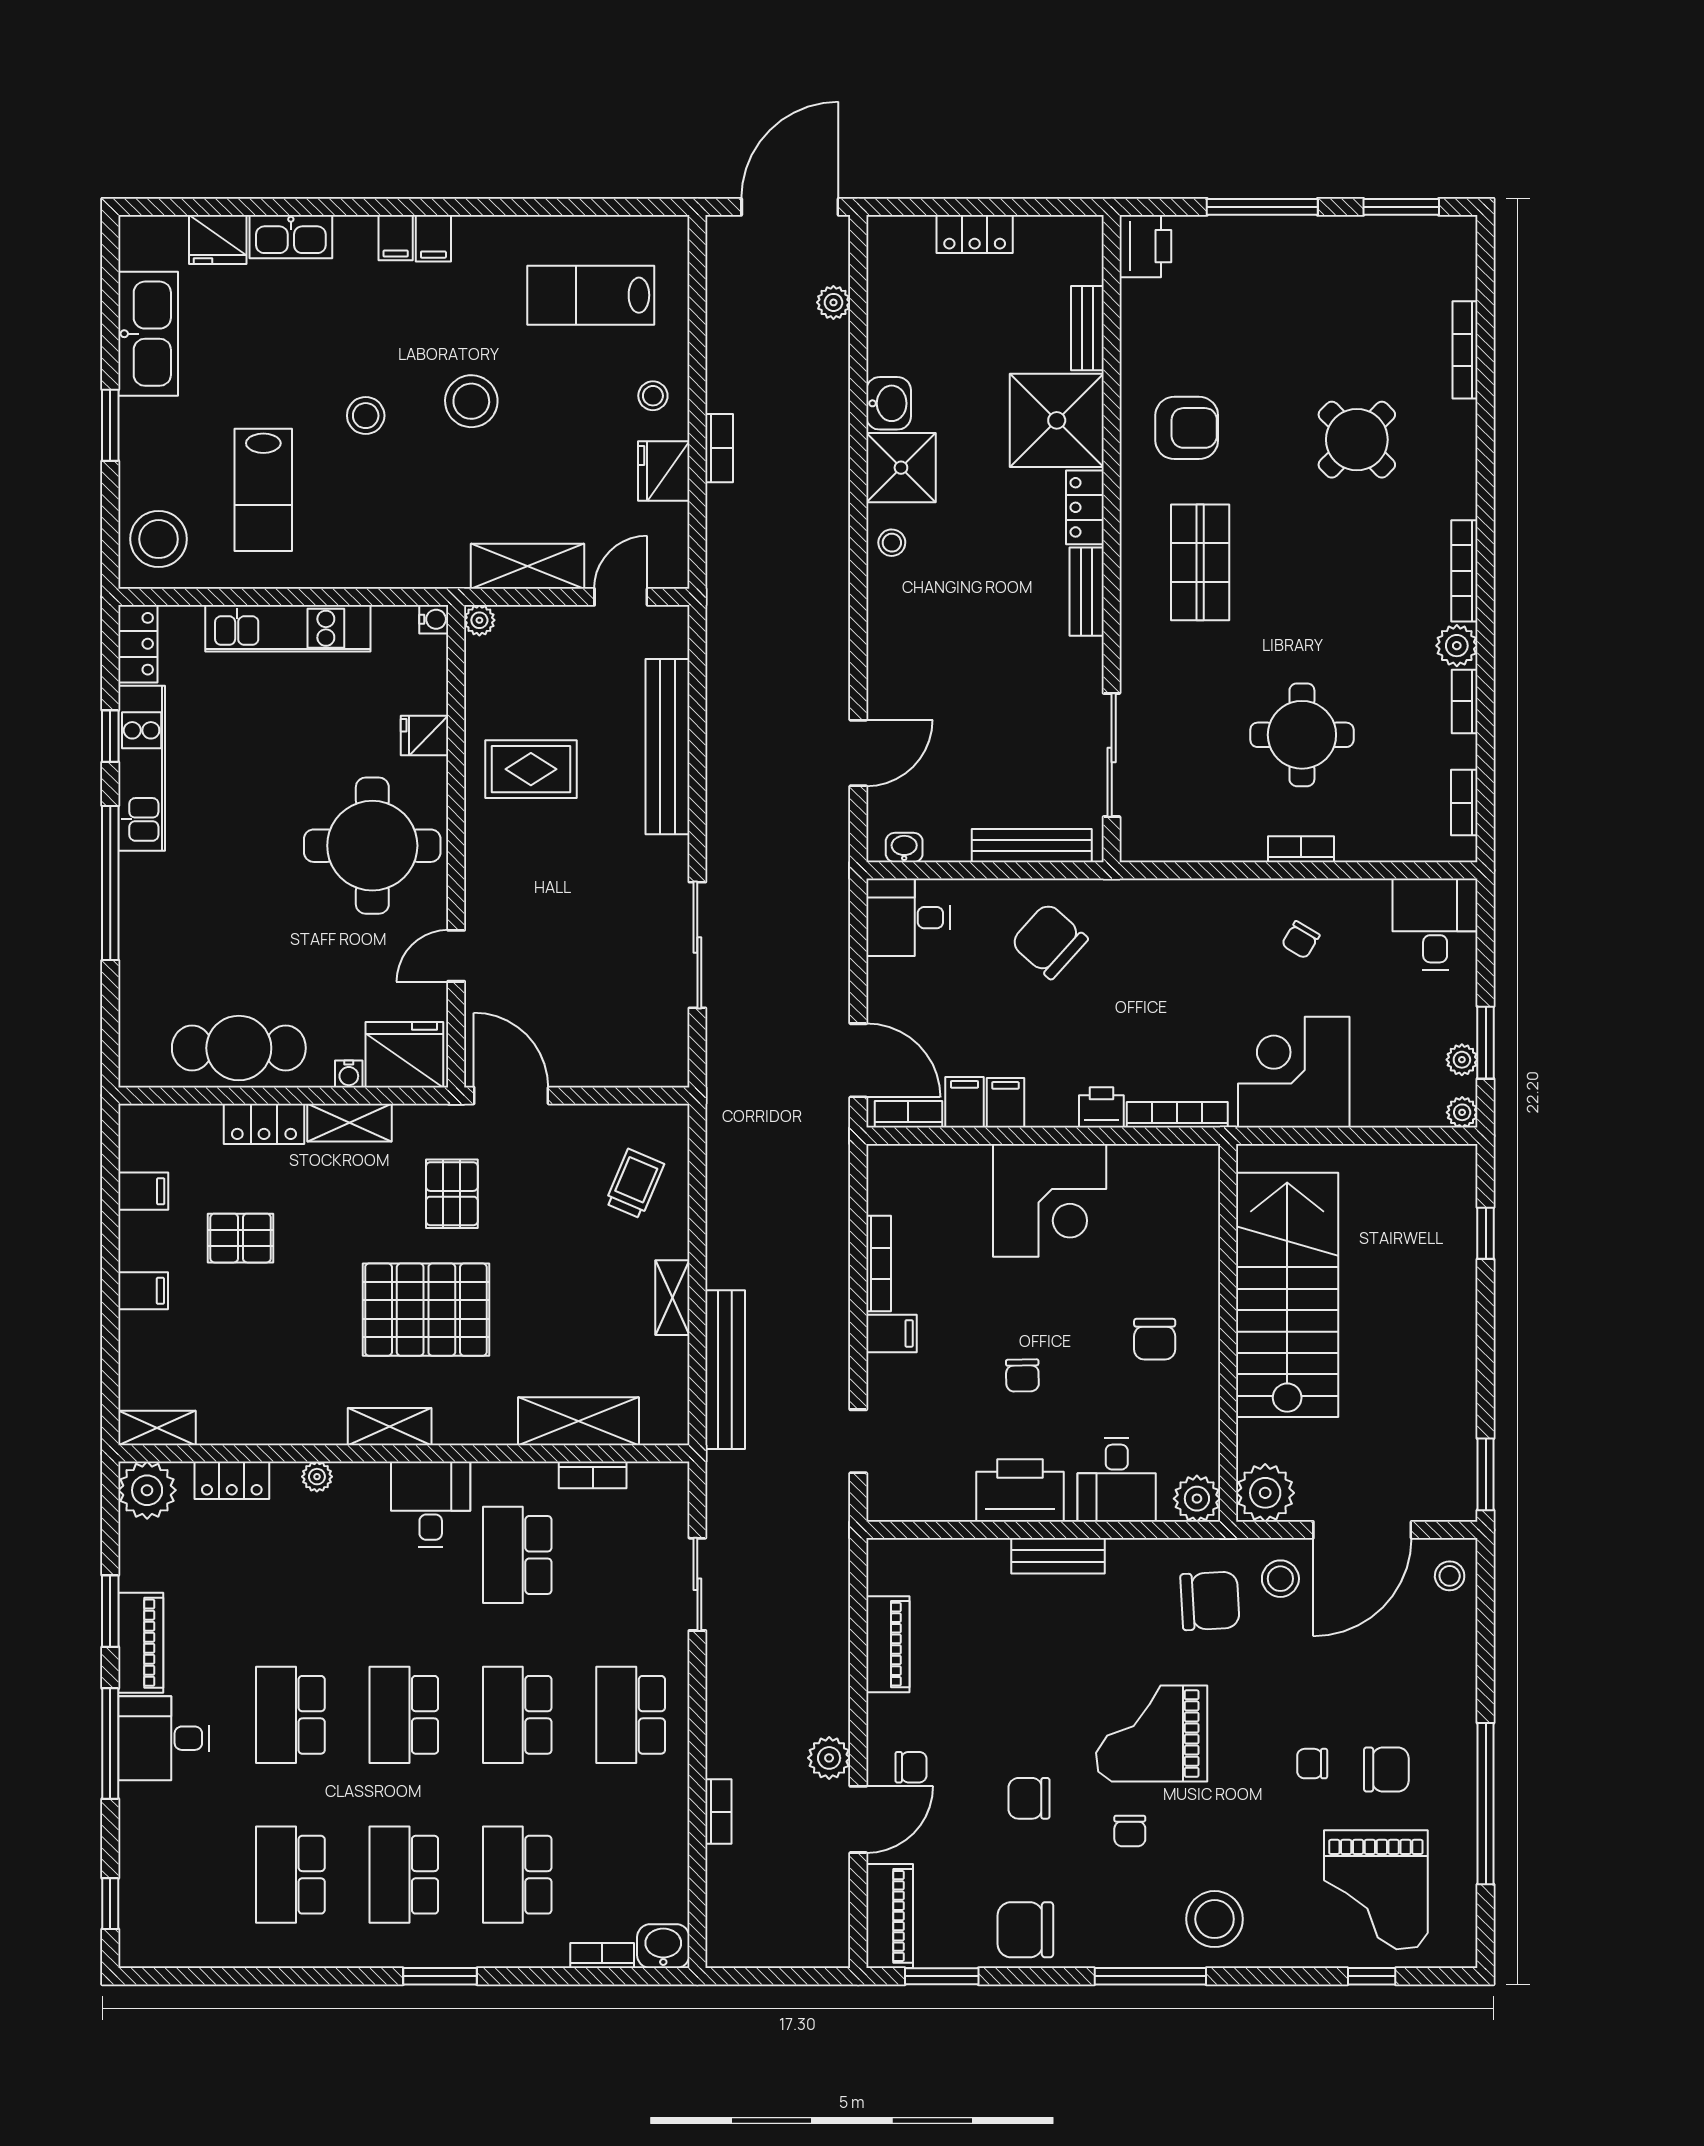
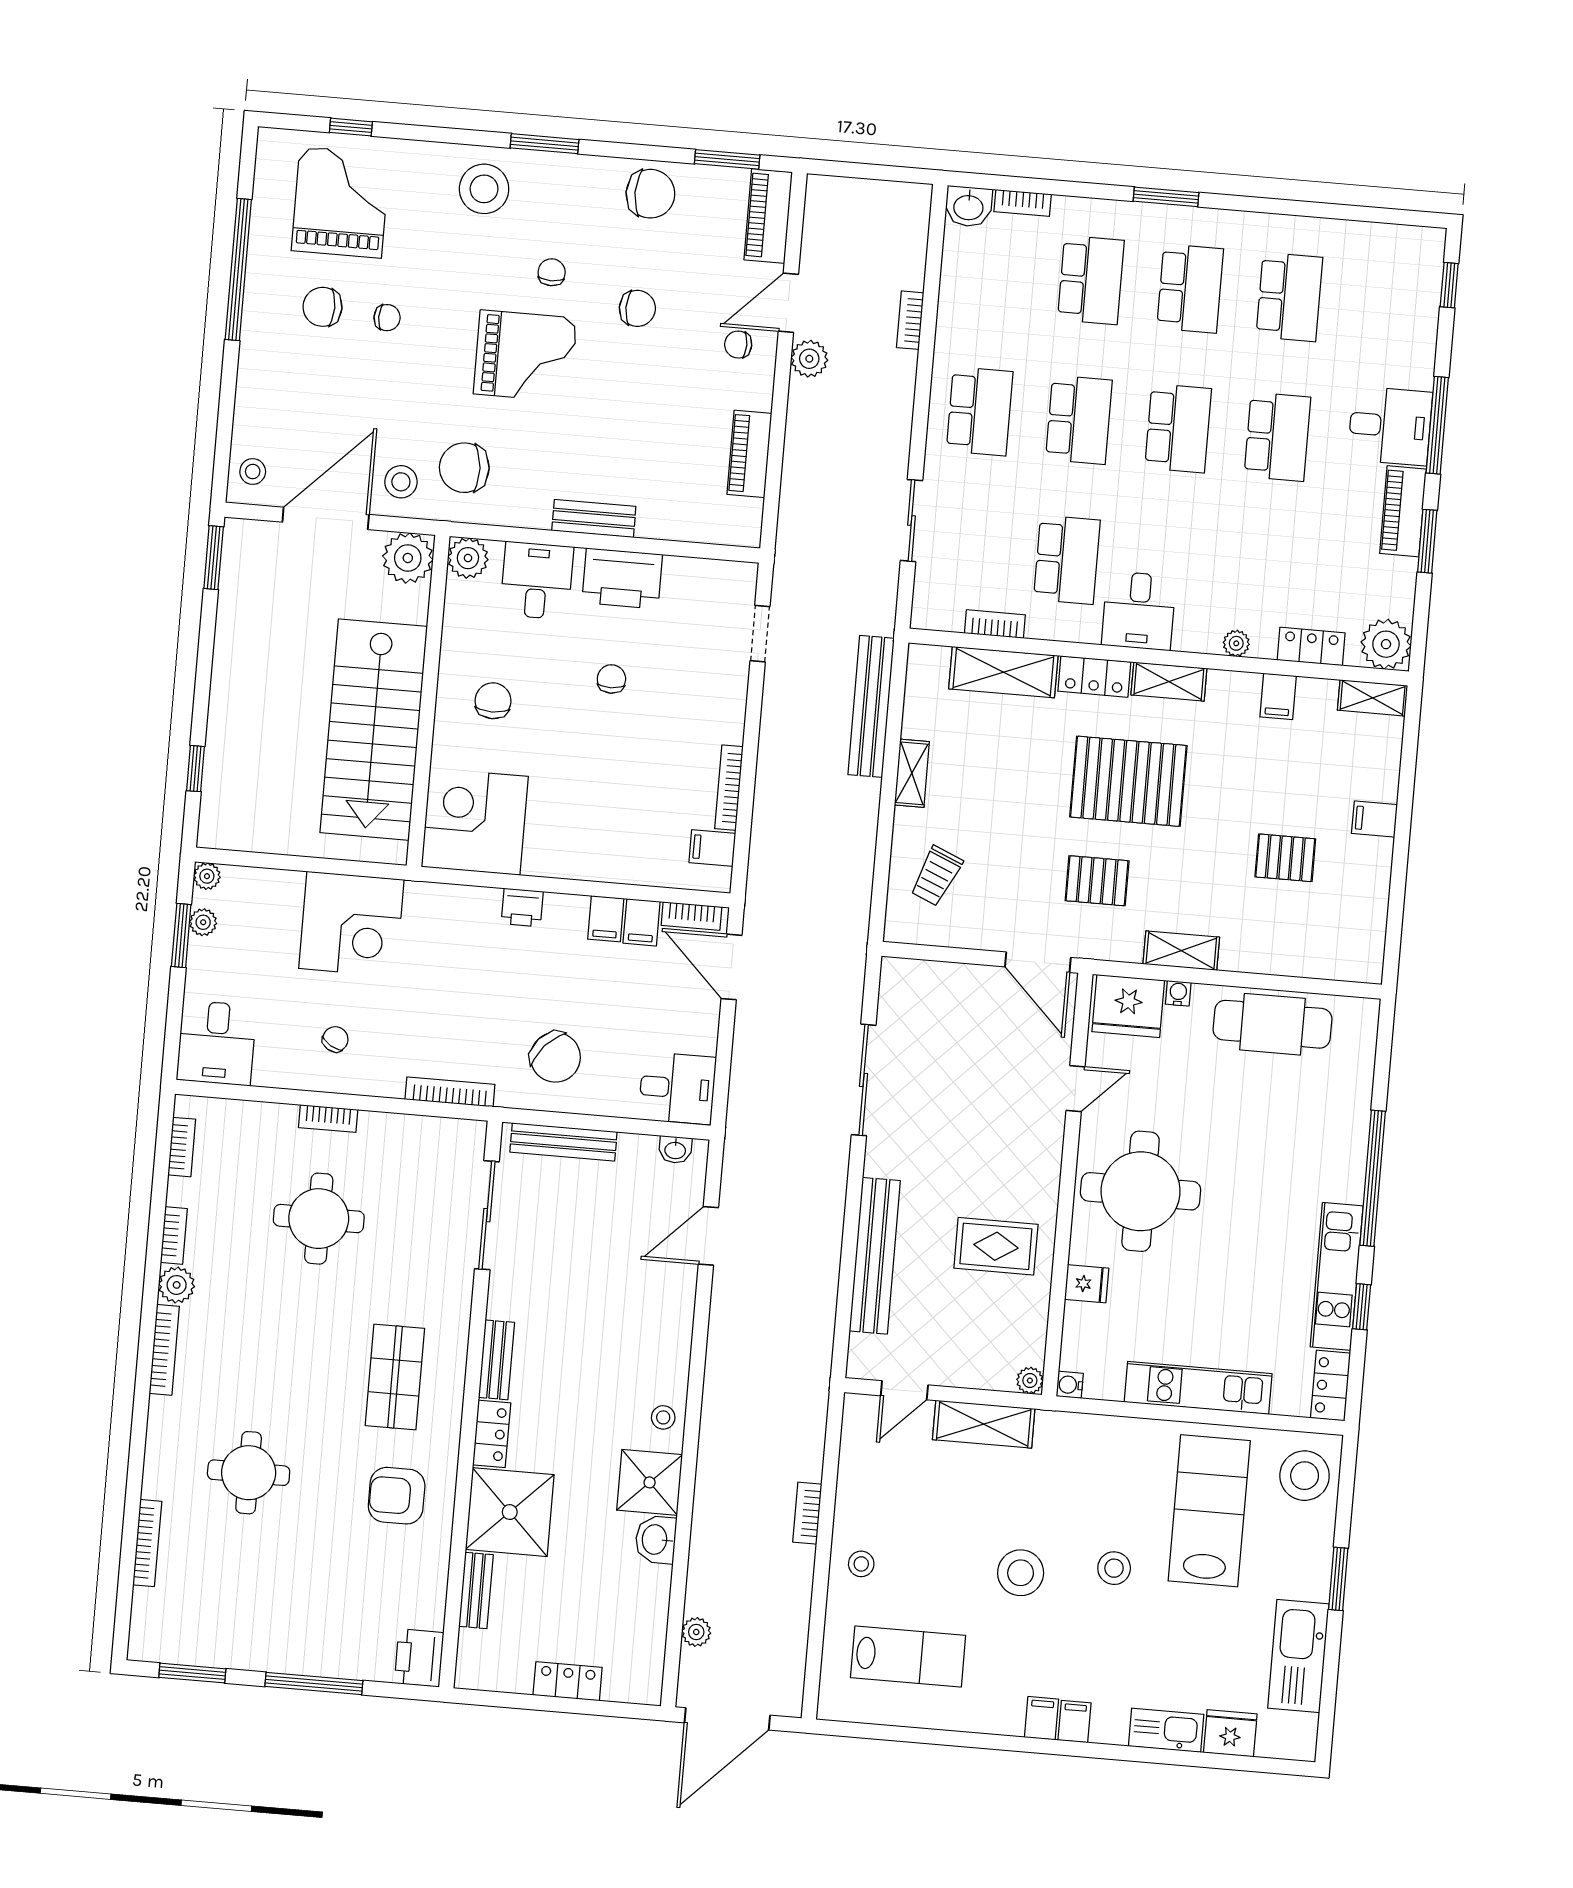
round table: (1357, 440) -> (249, 1473), turned 45
fridge: (664, 471) -> (857, 1497), removed
lab bench: (263, 490) -> (1209, 1511), width x1.36, depth x1.39
bookcase: (1177, 1115) -> (450, 1092), moved, turned 180
locker: (264, 1124) -> (1094, 677), moved, turned 180
filing cabinet: (143, 1191) -> (1278, 696), moved, turned -90
pallet: (452, 1194) -> (1097, 881), turned 90
corner desk: (1050, 1200) -> (475, 822), moved
filing cabinet: (891, 1333) -> (712, 848), moved
window: (1150, 1976) -> (545, 144), width x0.69

